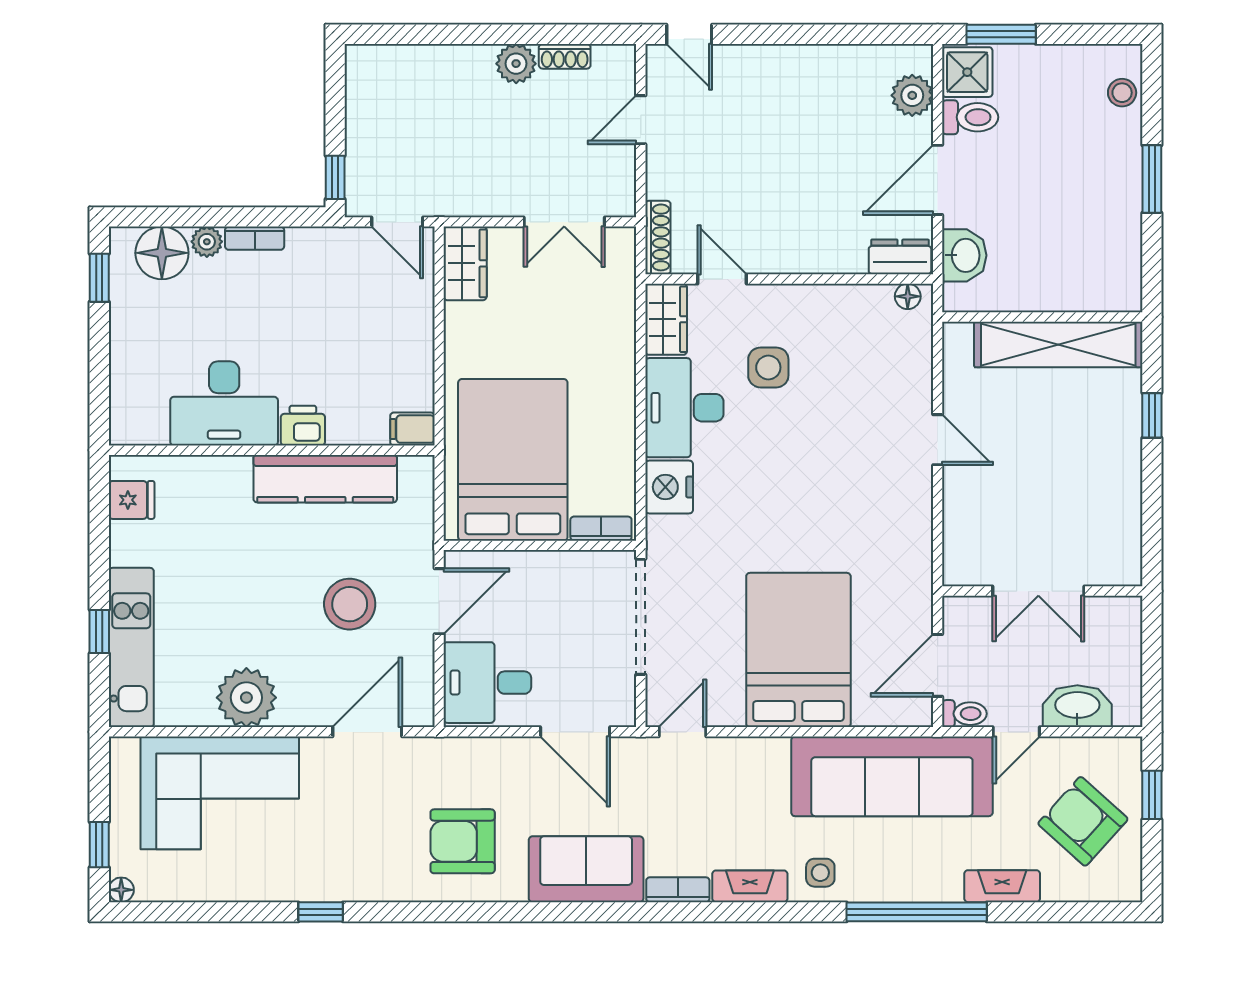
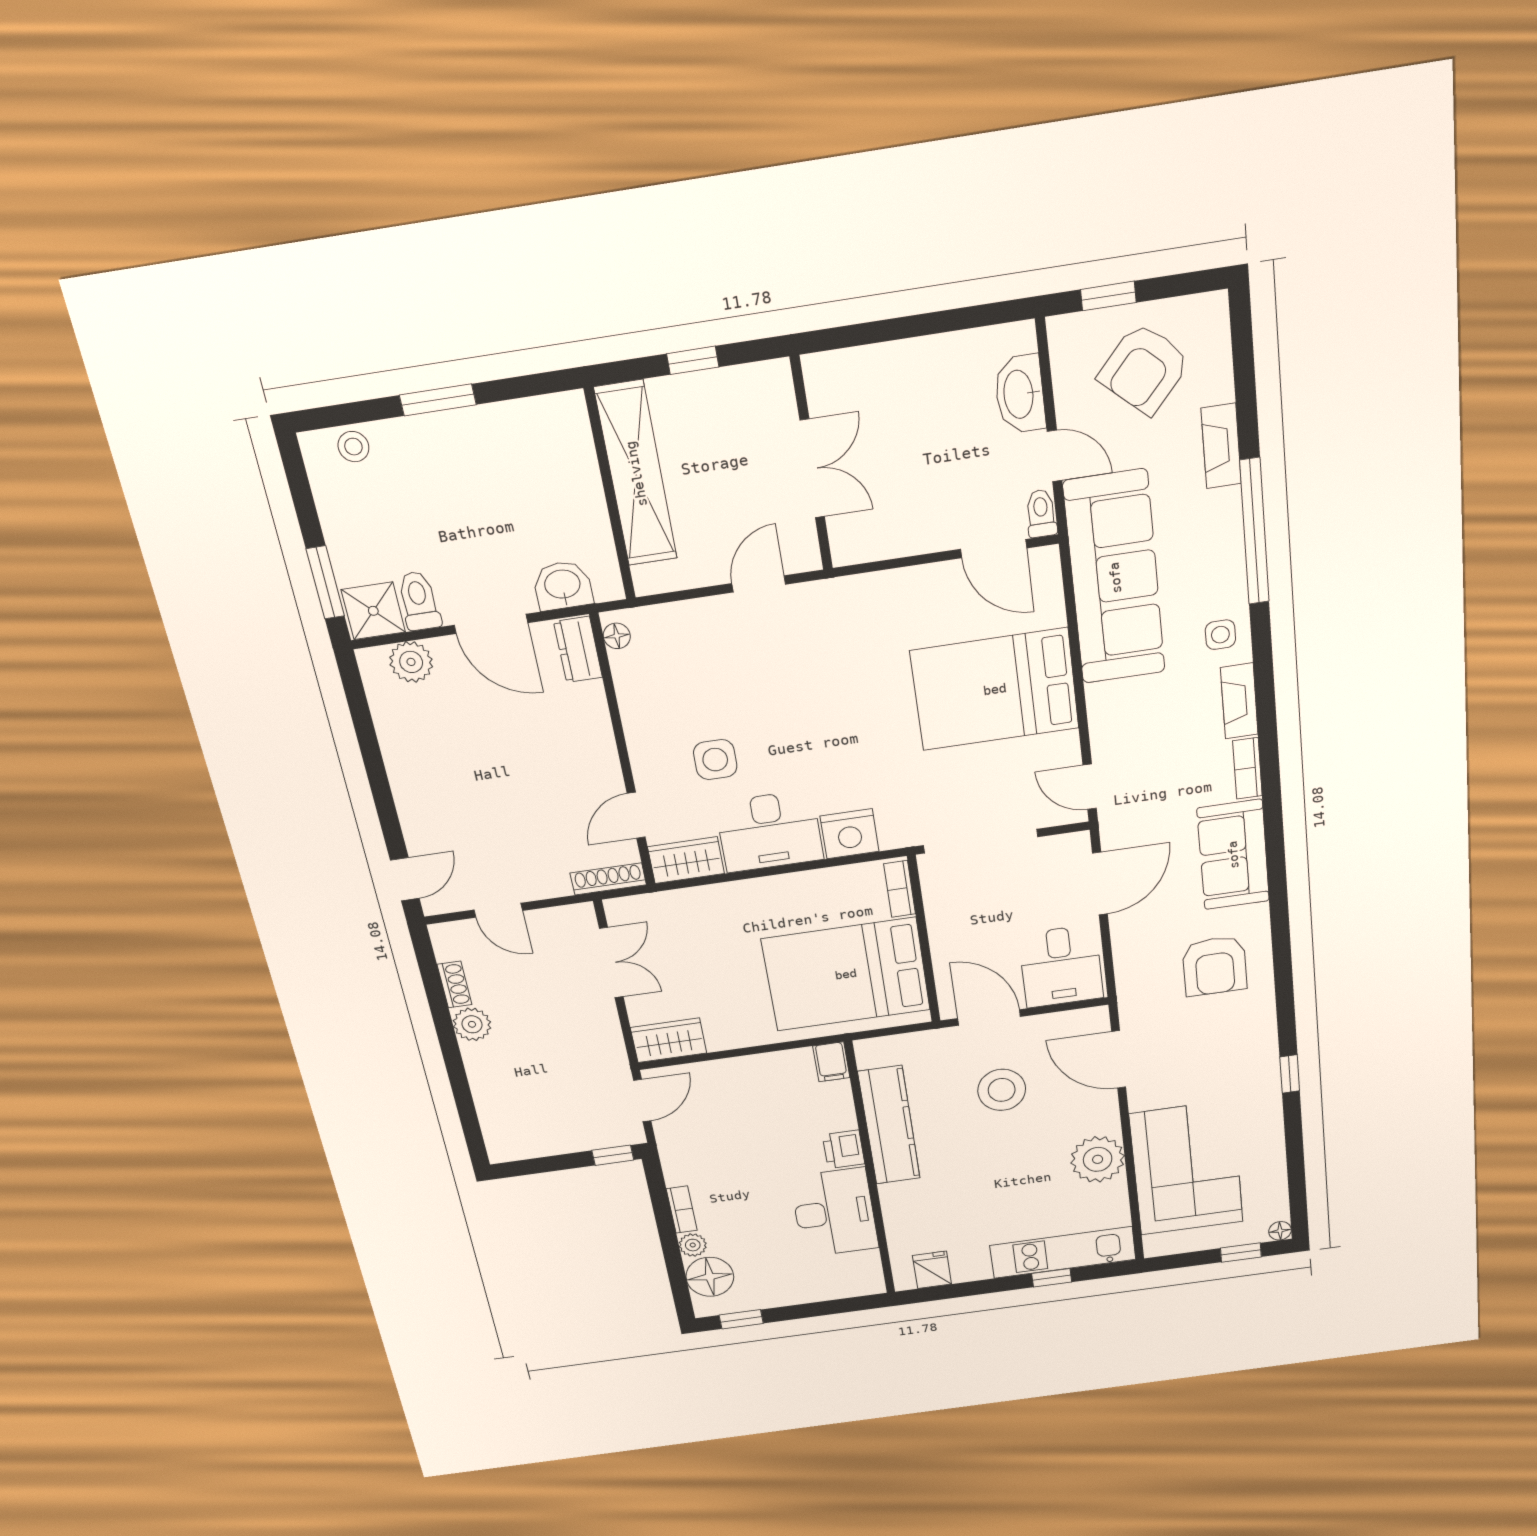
double door: (1038, 591) -> (812, 469), moved
wall: (1042, 591) -> (812, 465), moved

